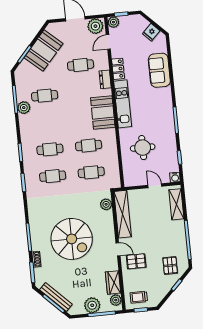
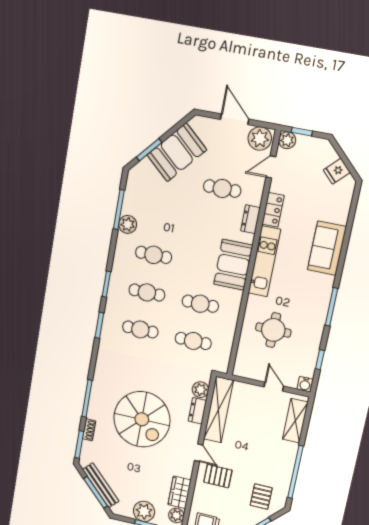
sofa: (159, 70) -> (327, 248), moved
cafe table: (45, 96) -> (154, 255), moved
dresser: (108, 220) -> (197, 411), added

